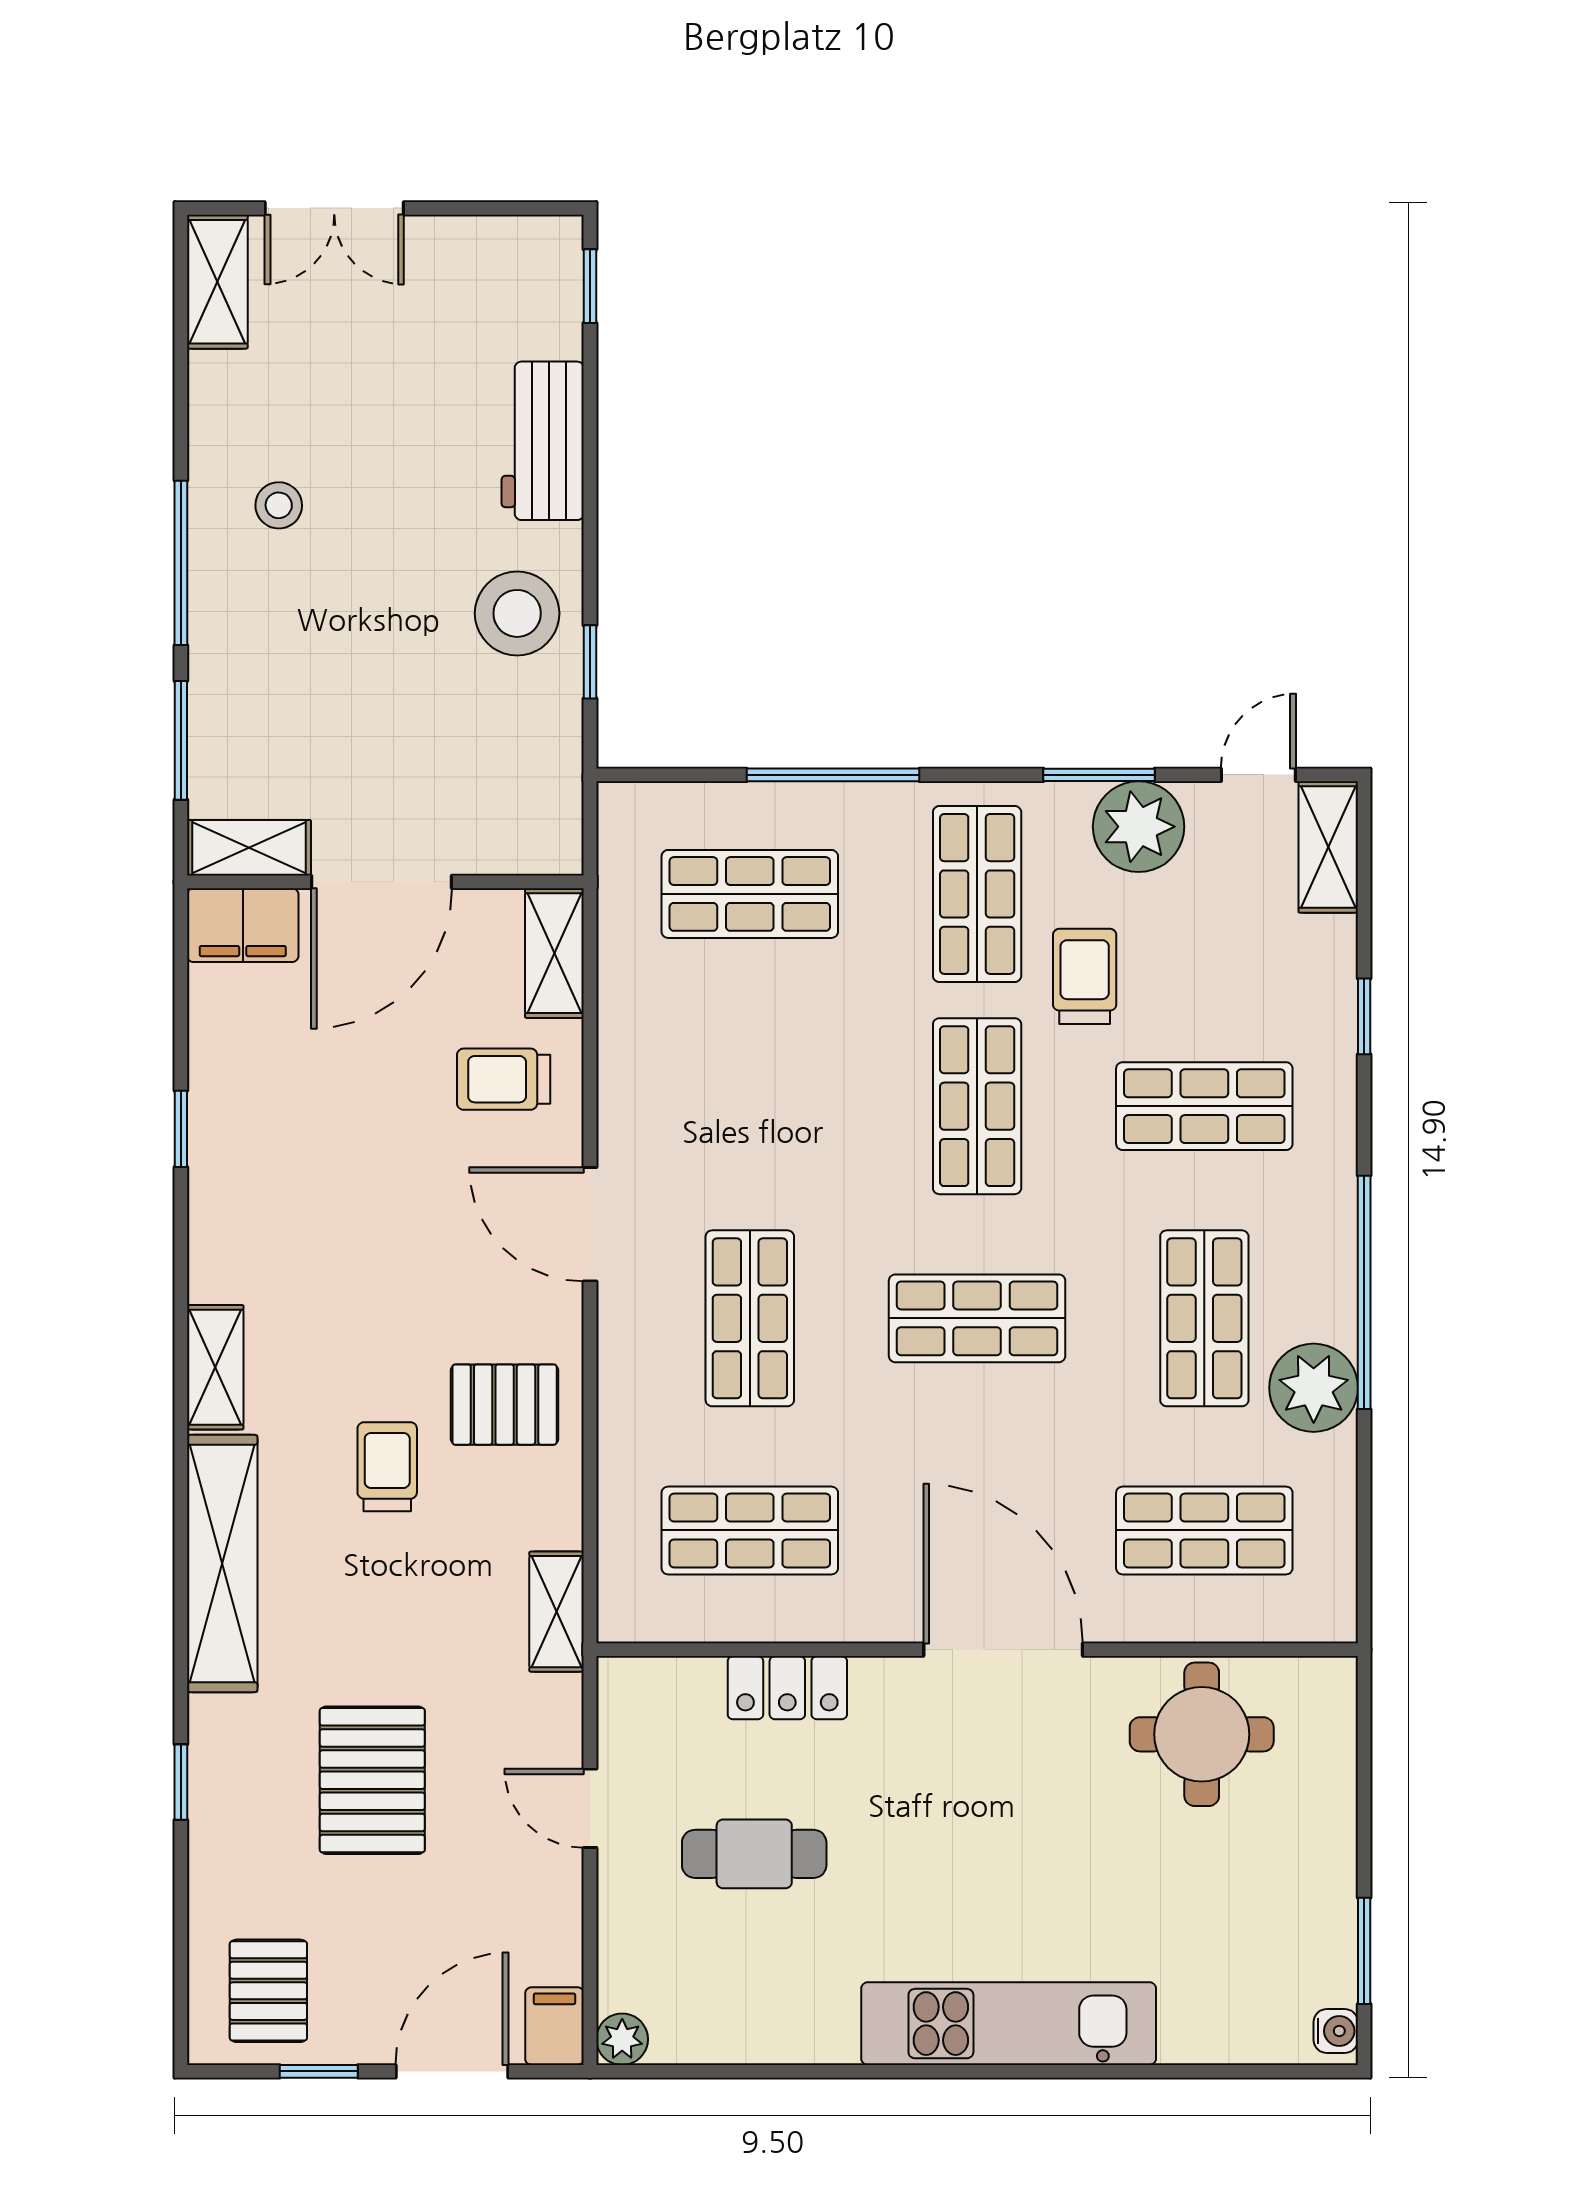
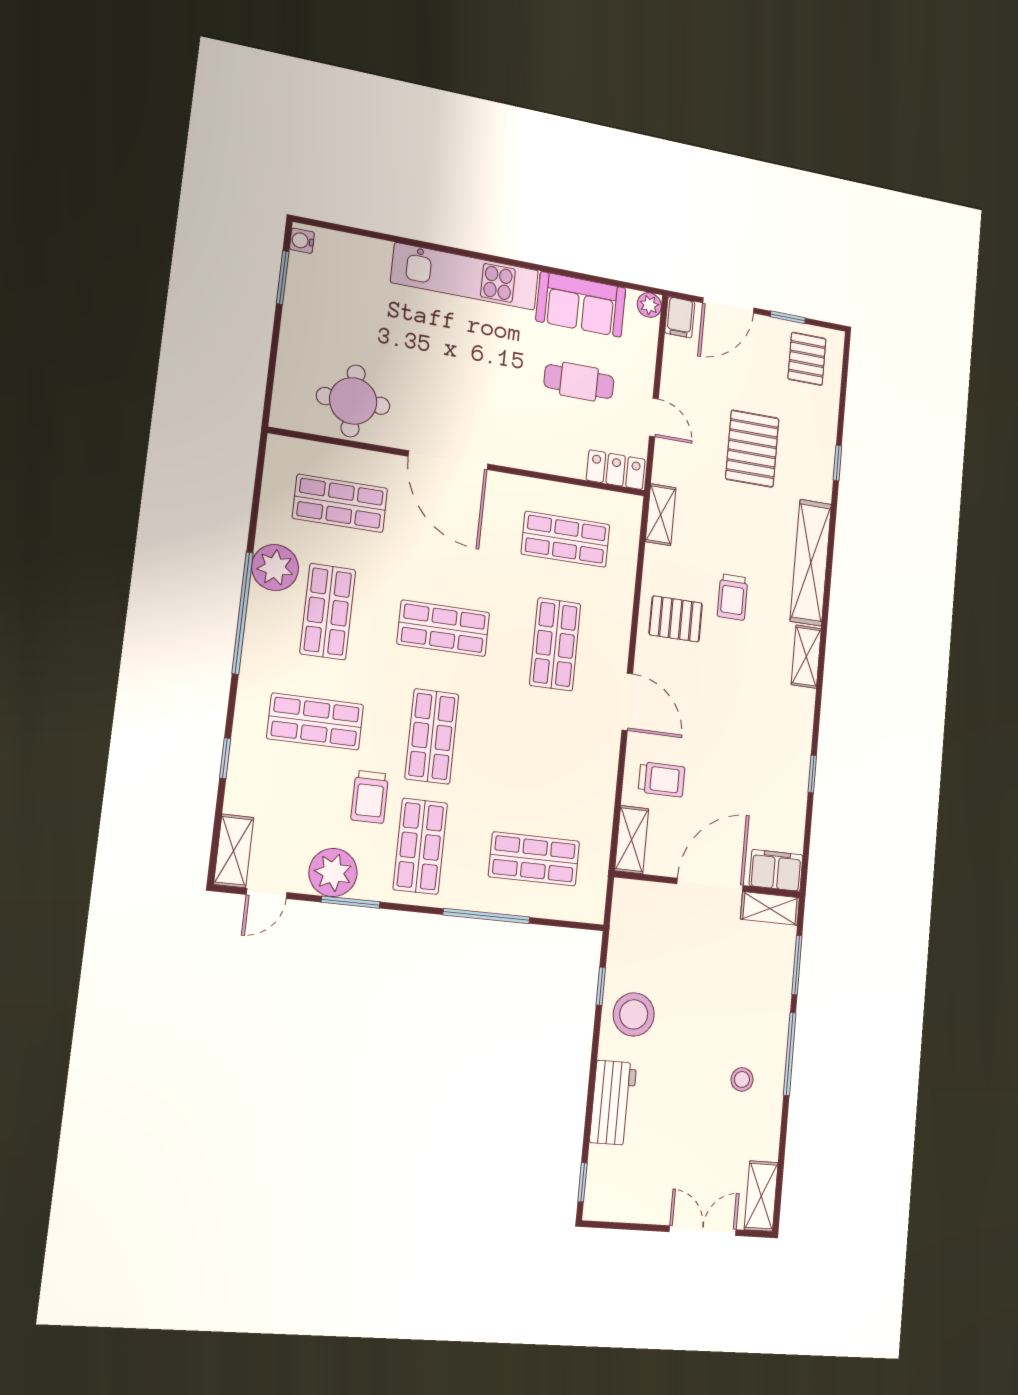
locker: (787, 1688) -> (616, 470), moved
sofa: (766, 2013) -> (581, 304), added

